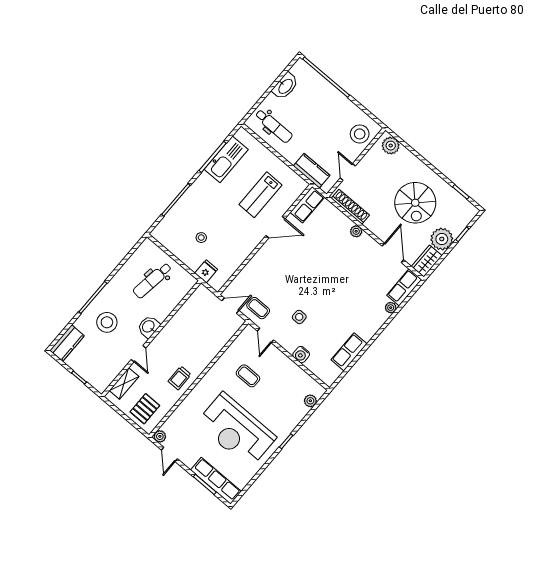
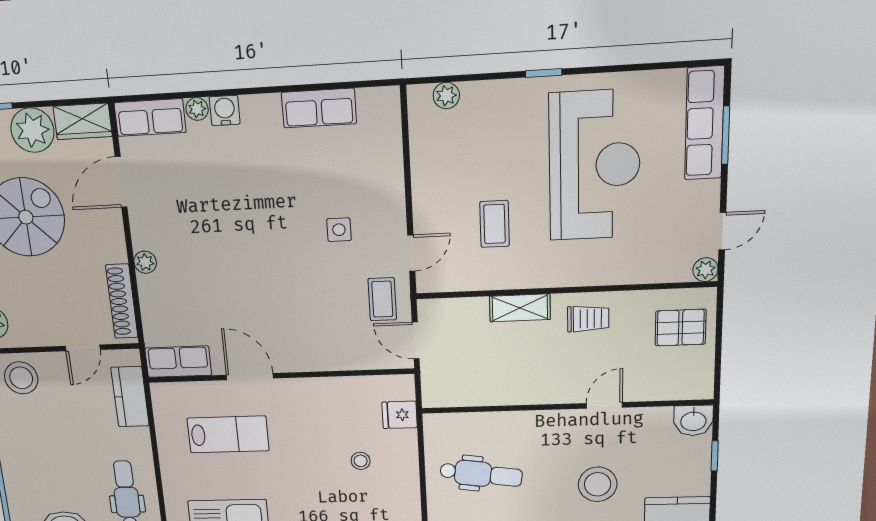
washbasin: (149, 327) -> (693, 421), moved
water cooler: (301, 355) -> (225, 110), moved, turned -90
shelving: (124, 383) -> (520, 308), moved

